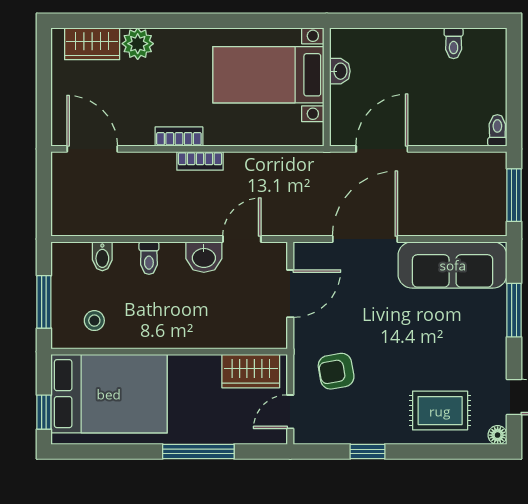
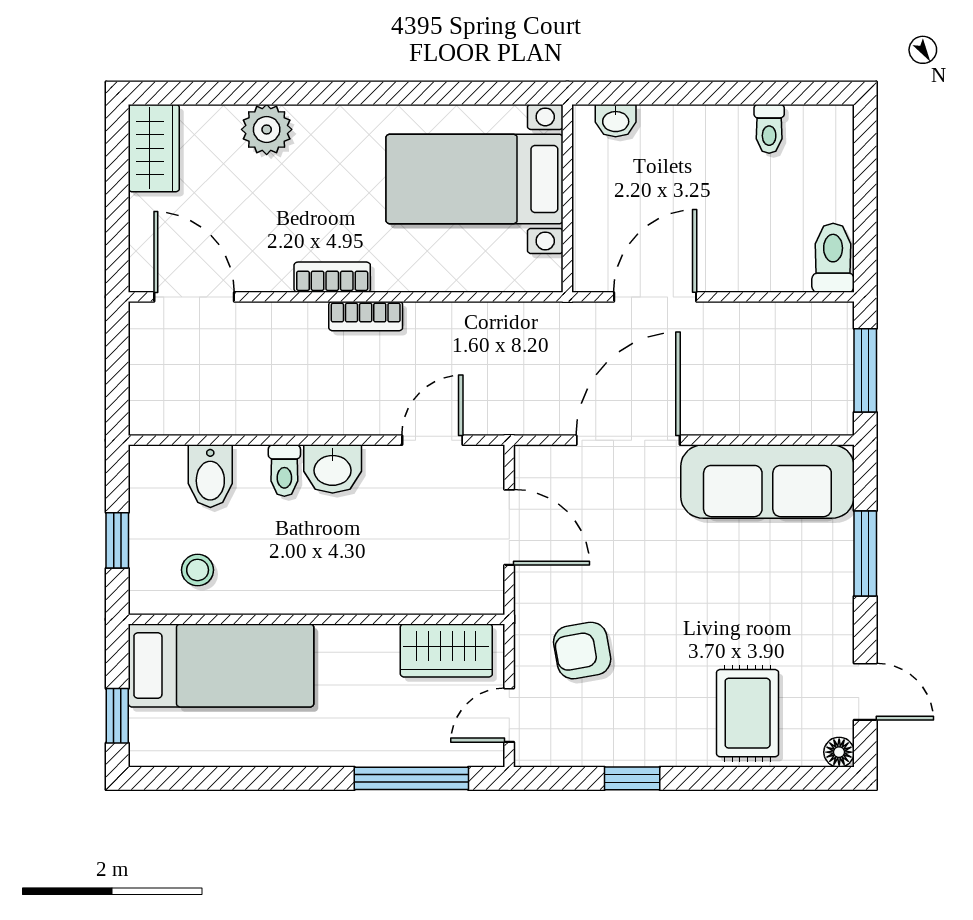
wardrobe: (92, 44) -> (154, 148), moved, turned -90
washbasin: (340, 71) -> (616, 121), moved, turned 90
toilet: (497, 130) -> (833, 258), width x1.37, depth x1.39
bidet: (102, 256) -> (210, 476), width x1.38, depth x1.36
washbasin: (204, 257) -> (333, 469), moved
door: (290, 294) -> (509, 527), hinge flipped
window: (44, 302) -> (117, 540), width x0.67
bed: (109, 394) -> (221, 665), width x0.67
rug: (440, 411) -> (748, 713), turned 90
window: (198, 452) -> (411, 778), moved

